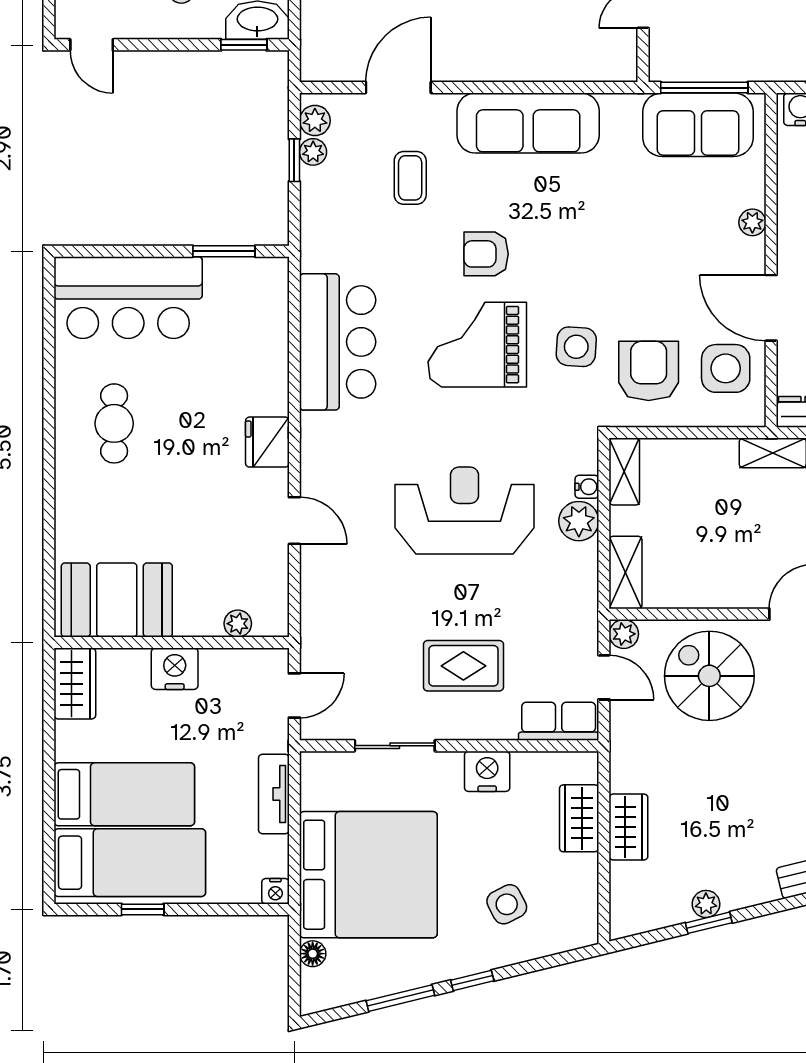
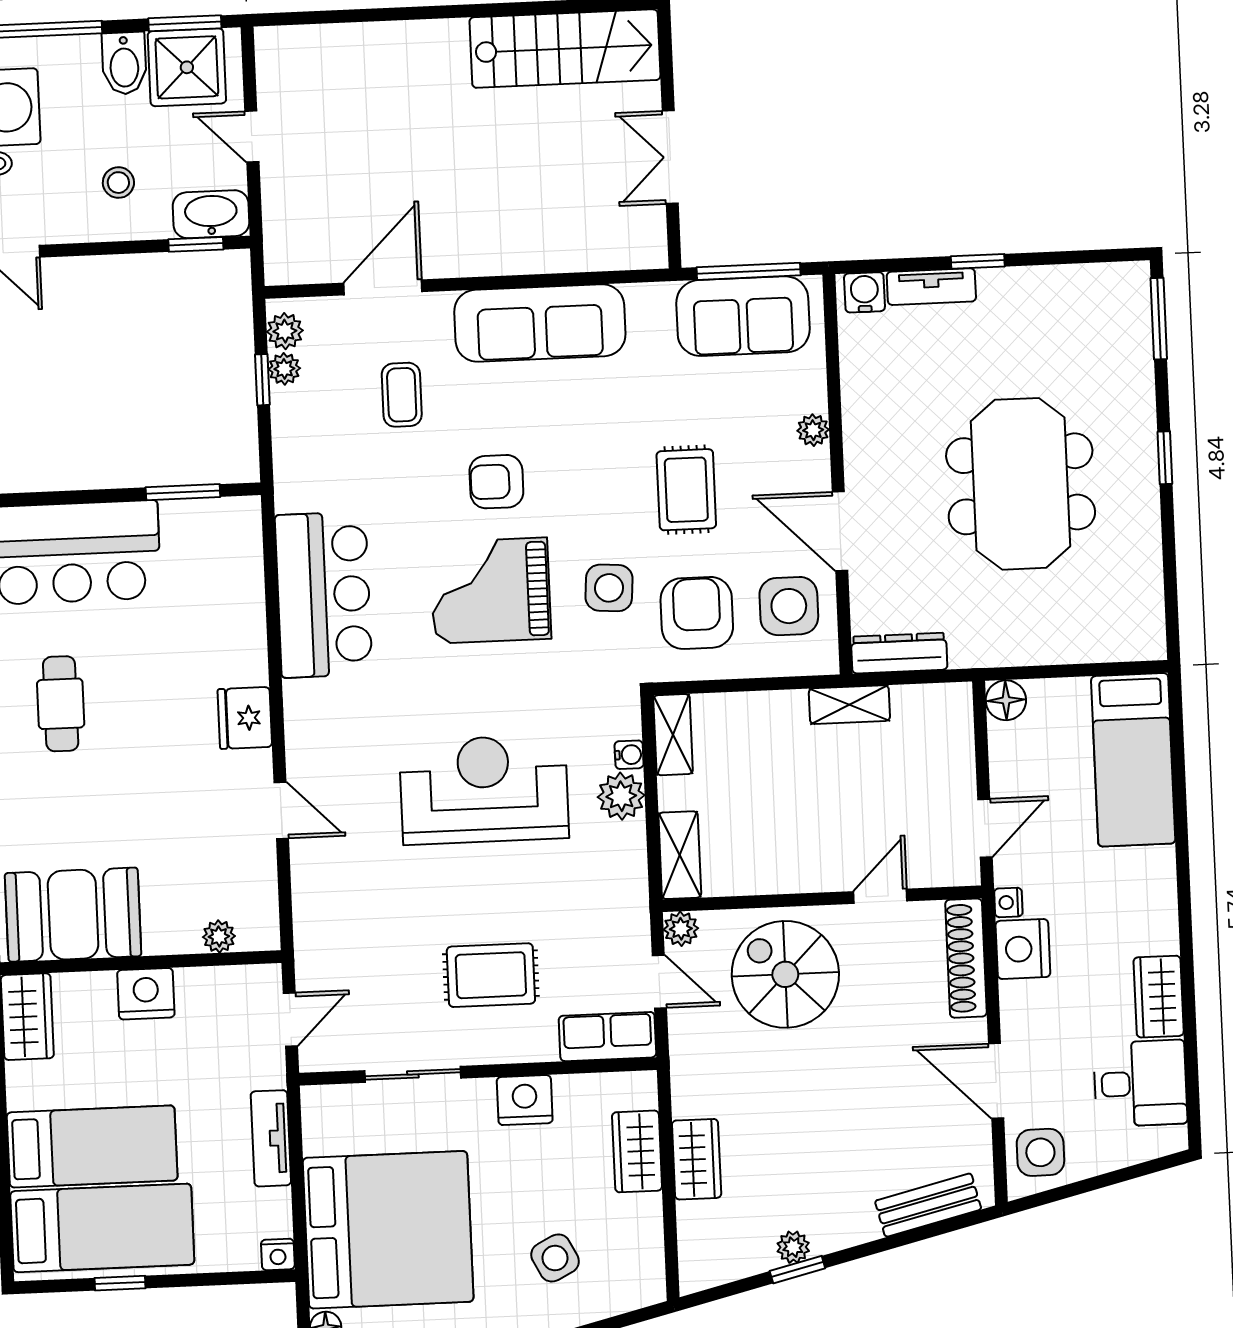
rug: (644, 268) -> (686, 490), added

